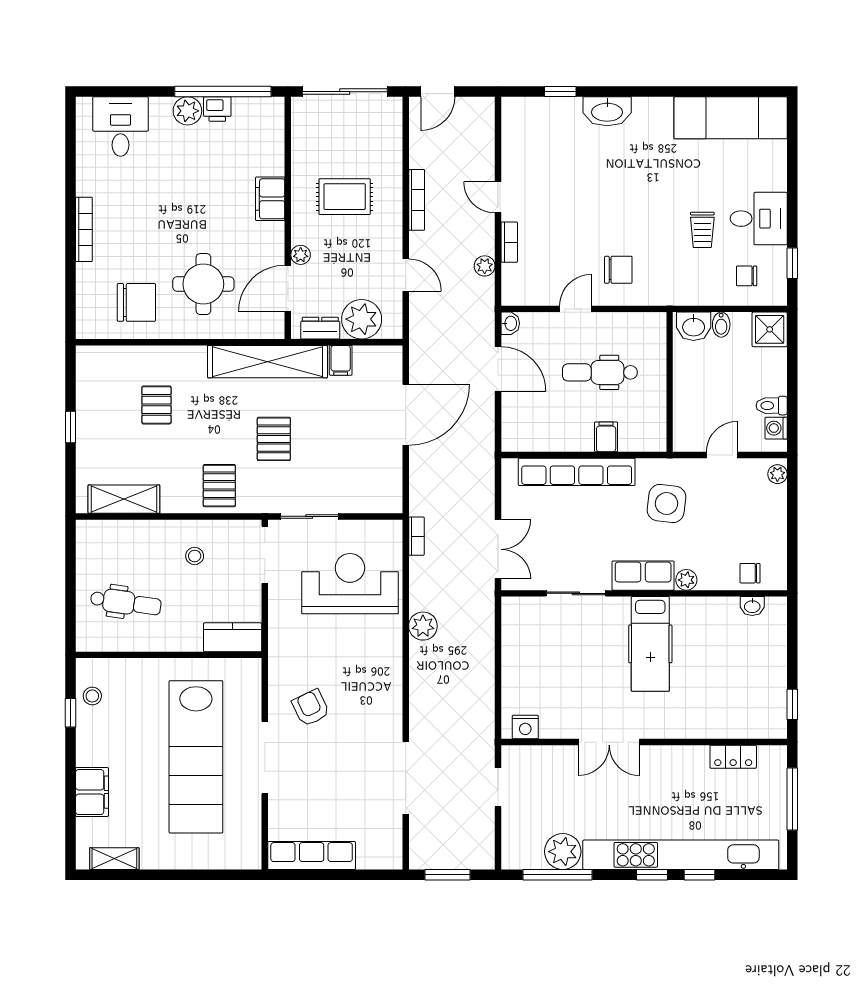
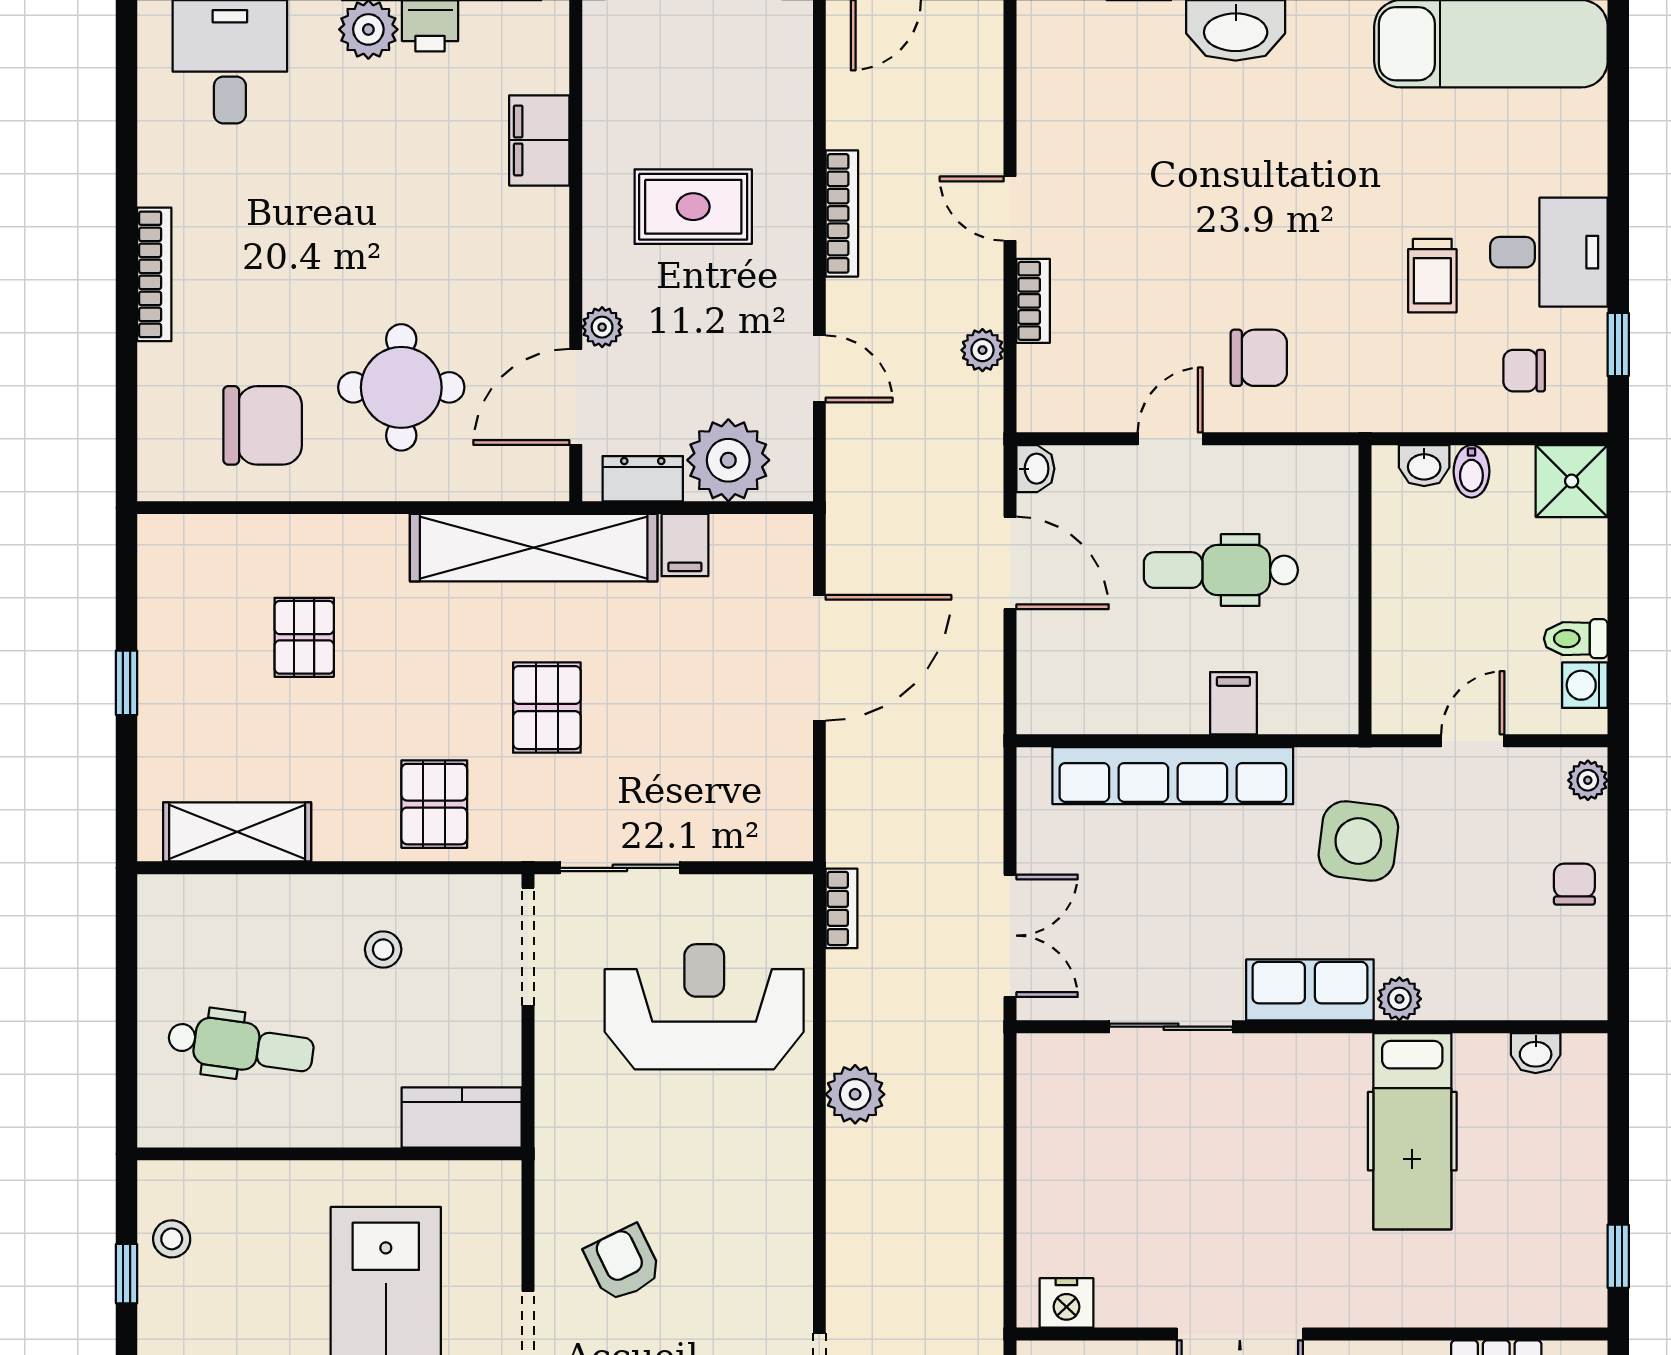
filing cabinet: (270, 199) -> (539, 140), moved
washbasin: (694, 326) -> (1424, 466), width x0.72, depth x0.69
chair: (750, 573) -> (1574, 884), moved, turned 90
hospital bed: (650, 644) -> (1412, 1131), moved

